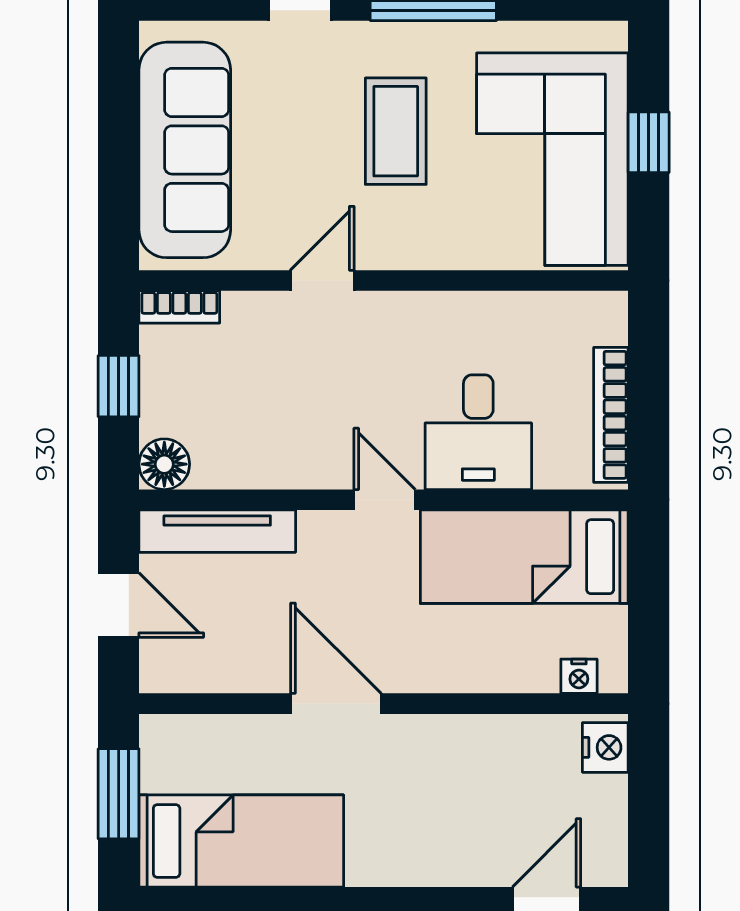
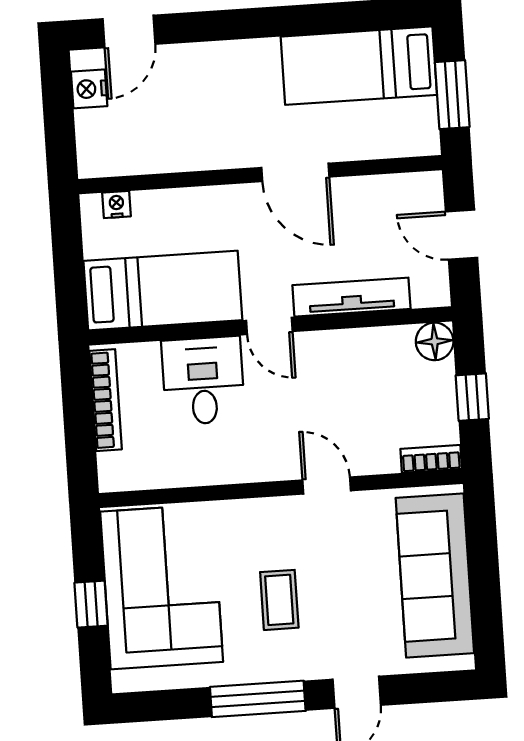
coffee table: (396, 131) -> (279, 600), width x0.73, depth x0.77
door: (322, 281) -> (327, 485), swing flipped
tv unit: (217, 531) -> (351, 297), moved
nightstand: (605, 747) -> (89, 89), moved

